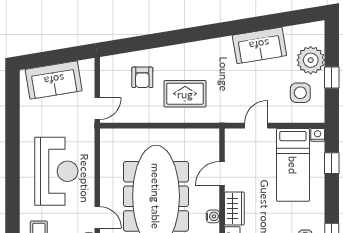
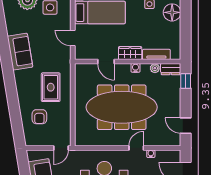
sofa: (259, 45) -> (20, 52), moved
armchair: (142, 77) -> (39, 117), turned 90
door: (97, 109) -> (61, 148), swing flipped

